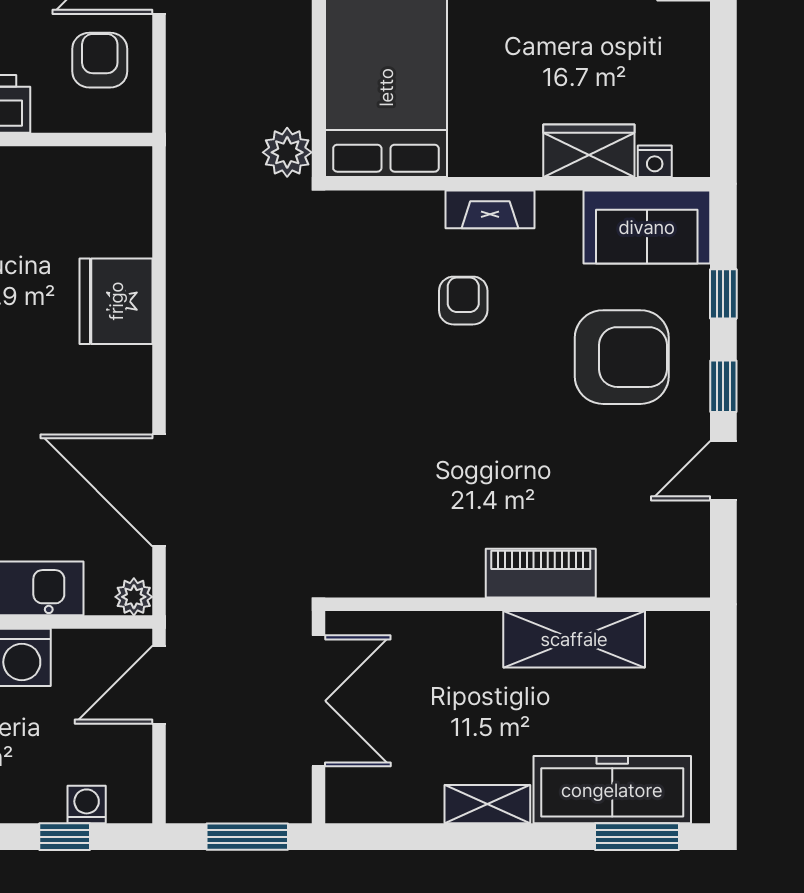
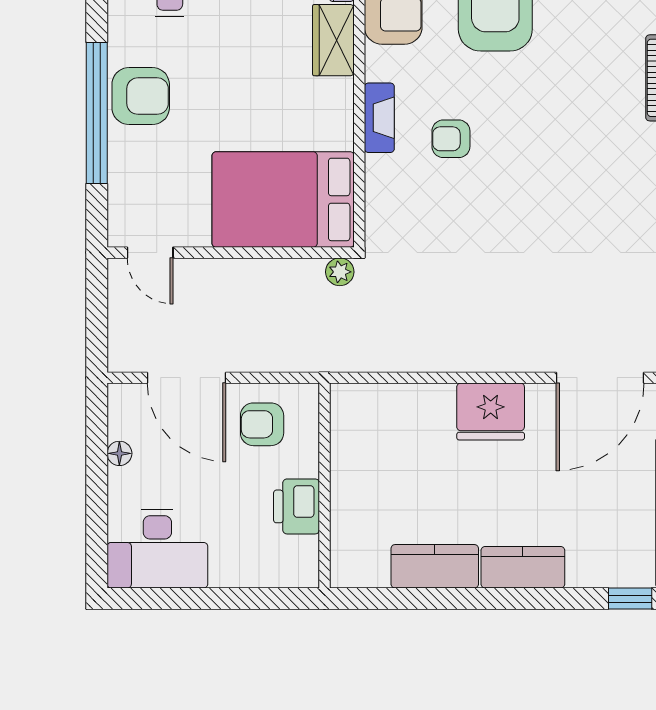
plant: (287, 152) -> (340, 272), width x0.73, depth x0.73
fridge: (116, 301) -> (491, 411), moved

